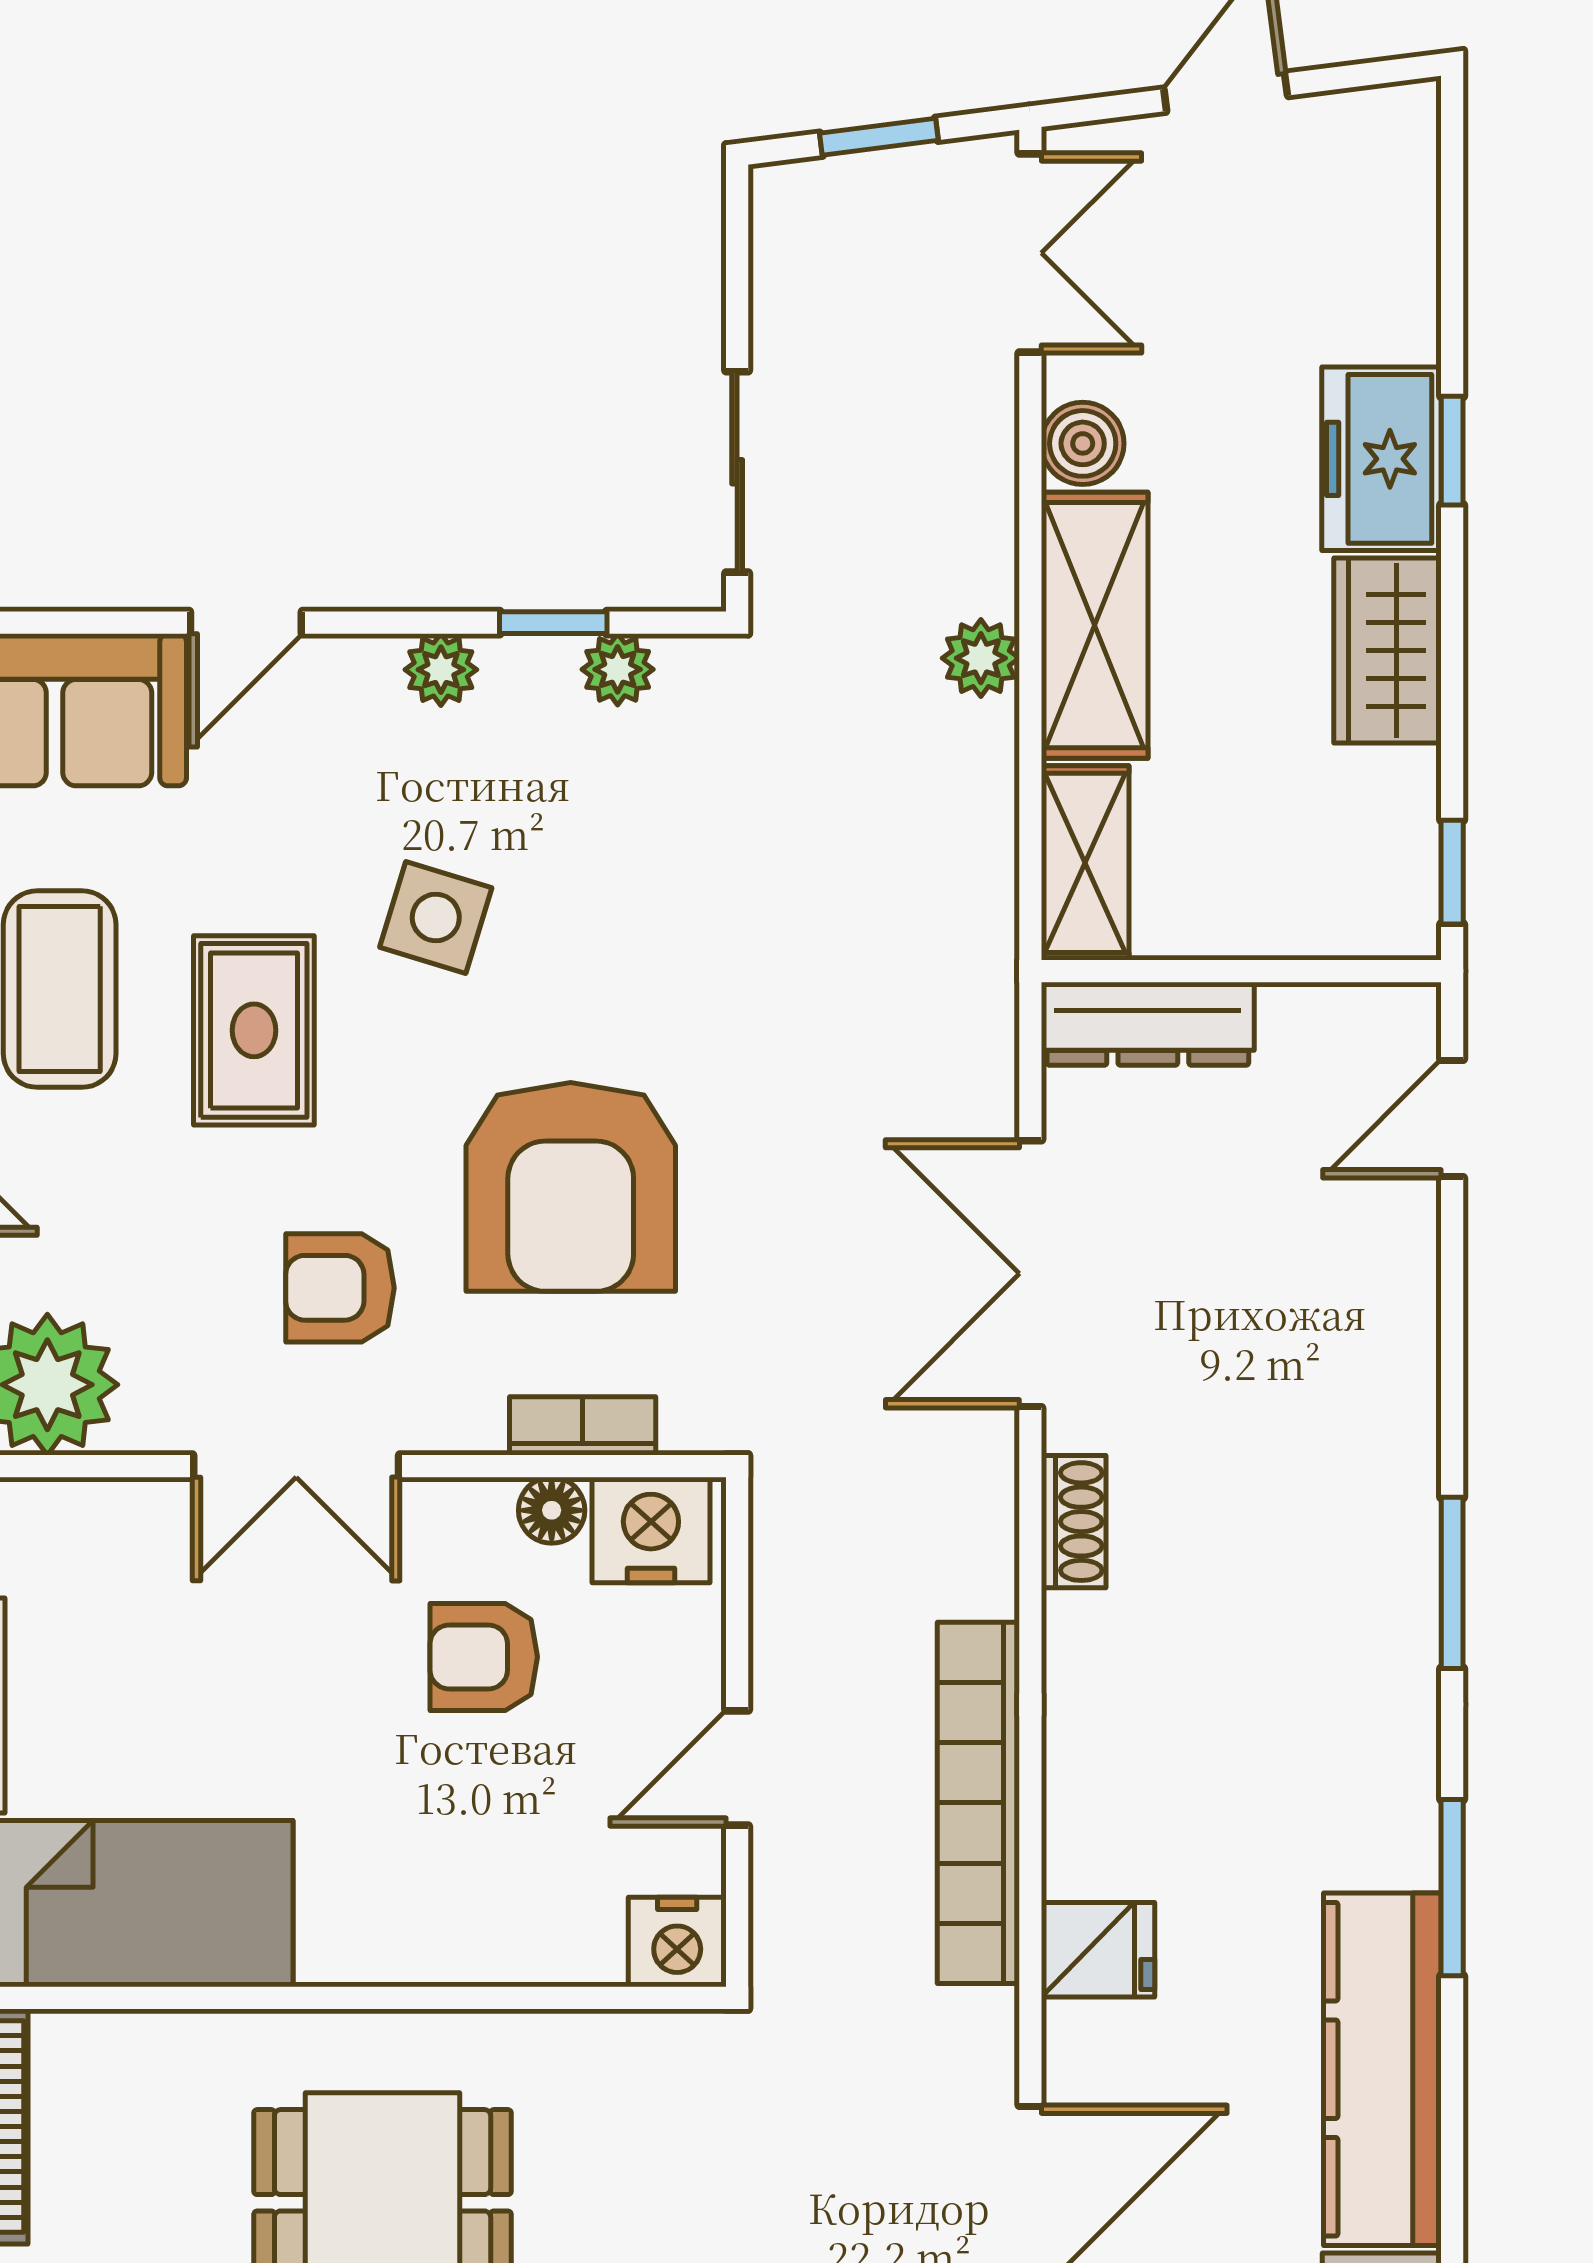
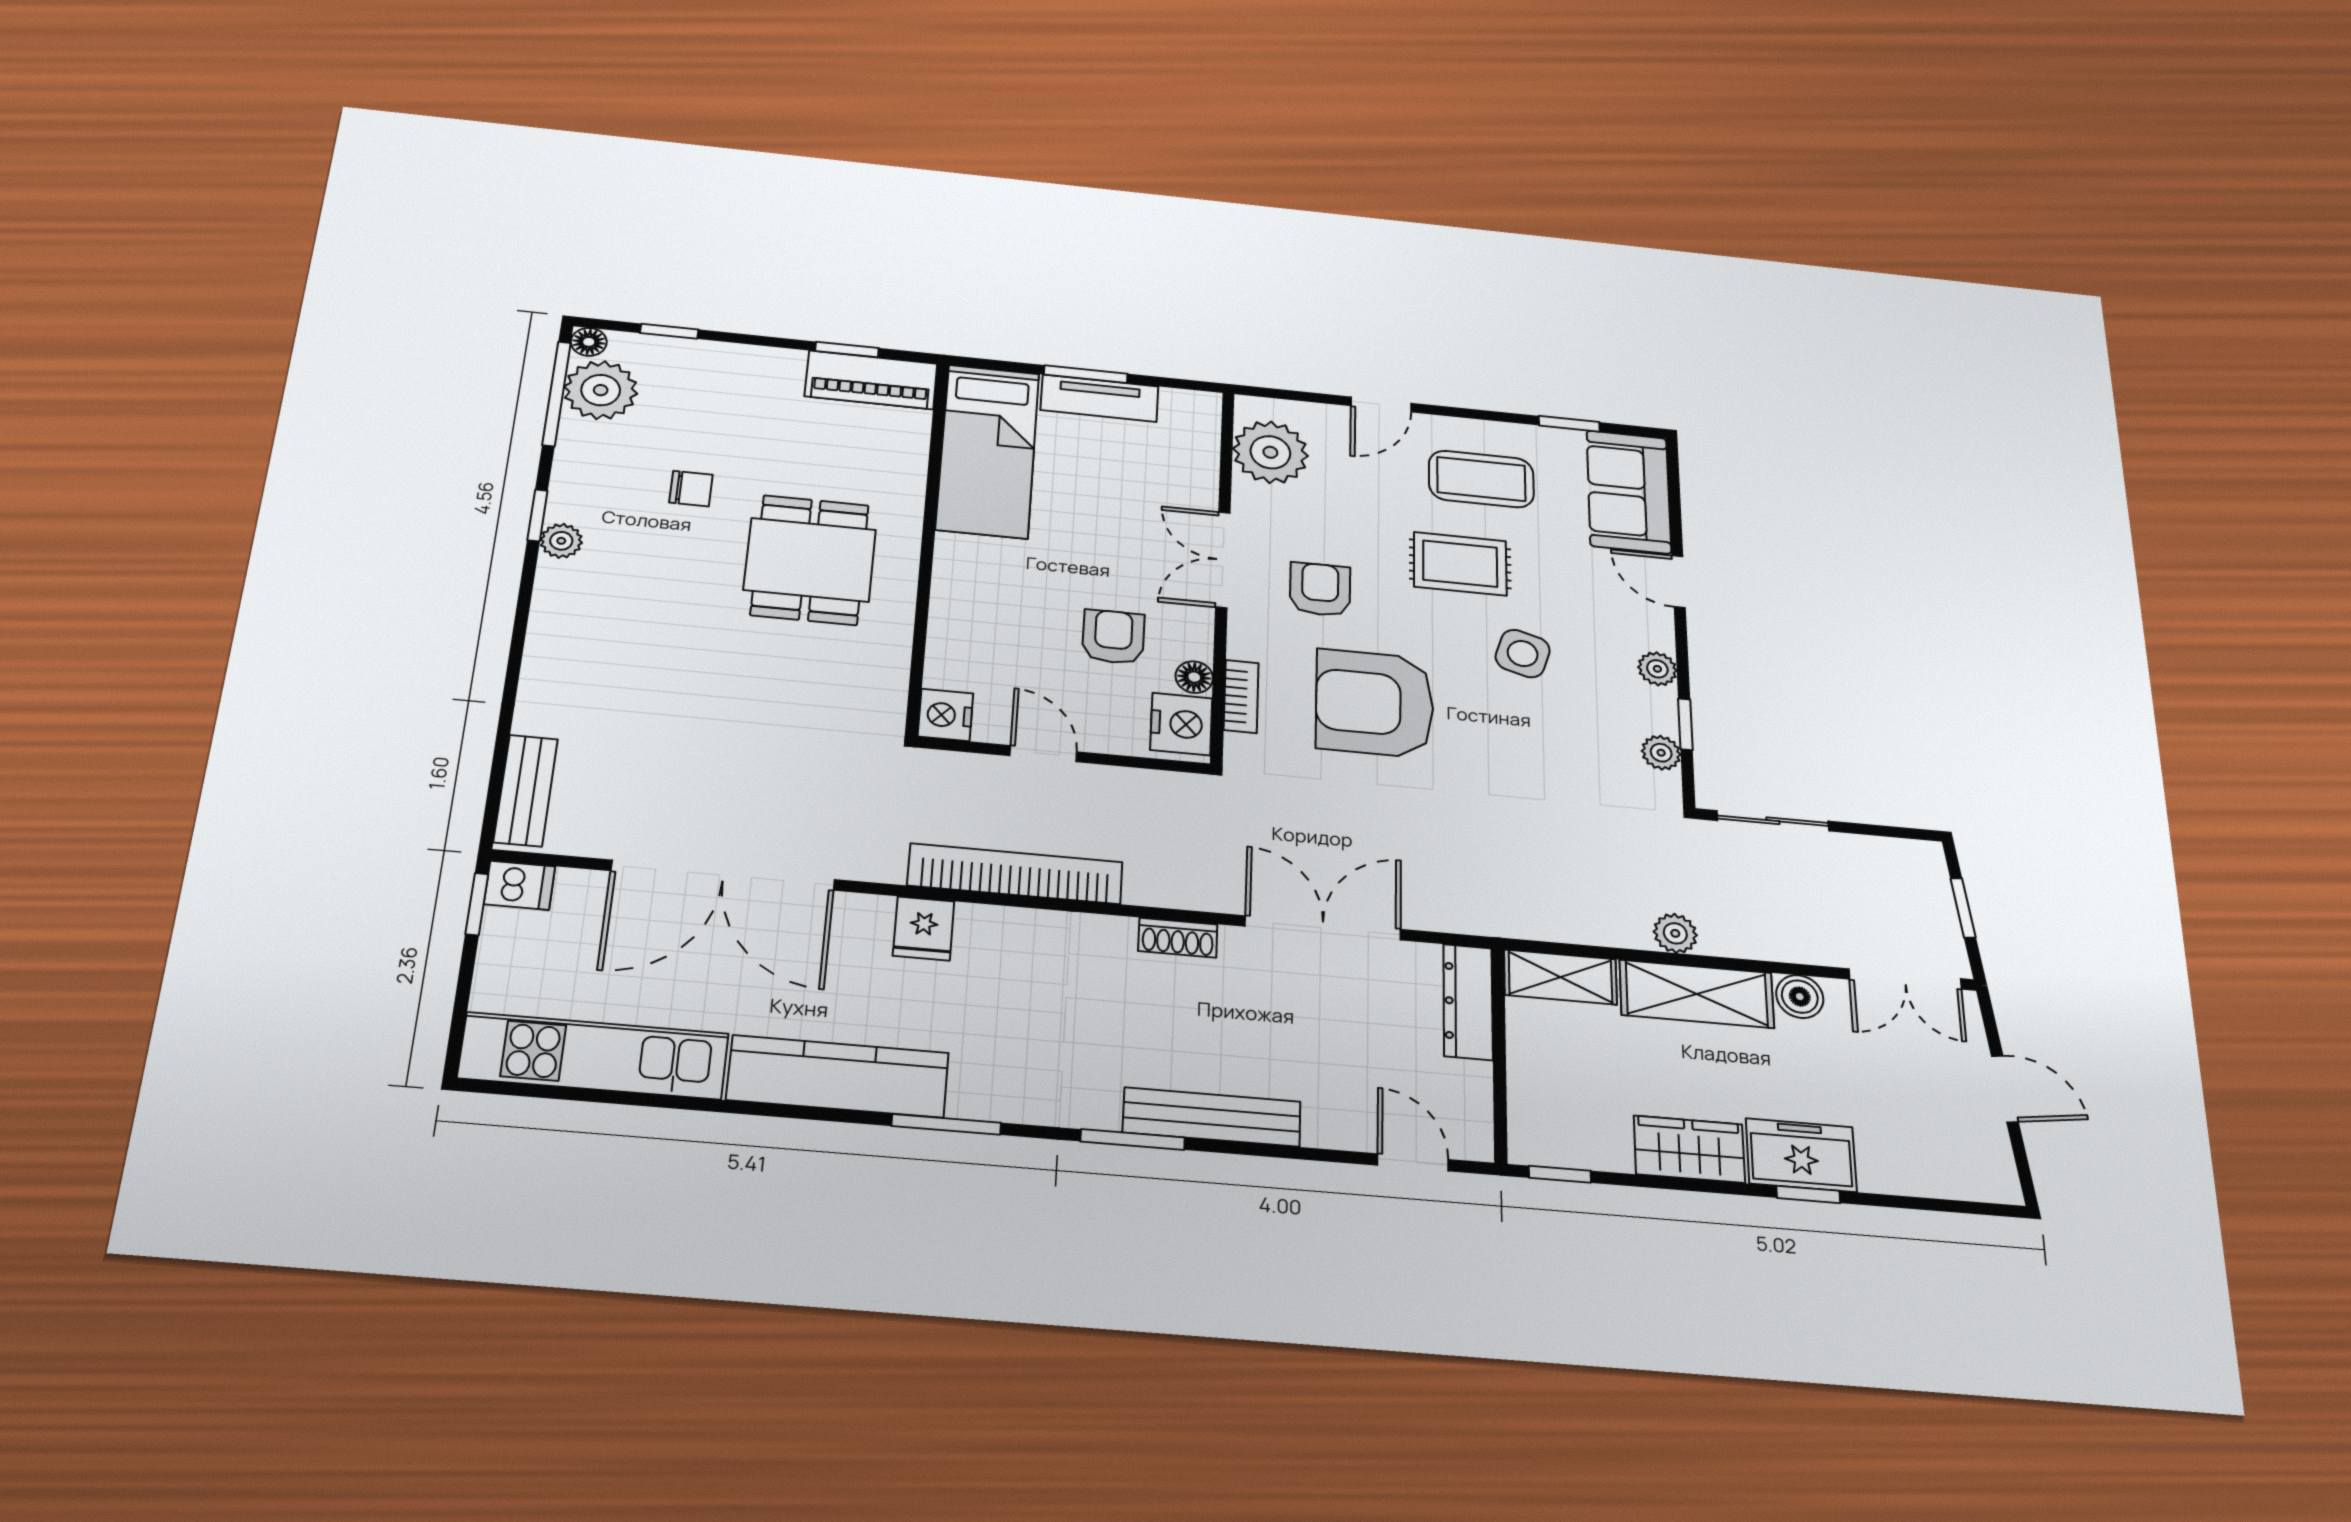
bench: (1400, 1454) -> (1212, 1117), added

